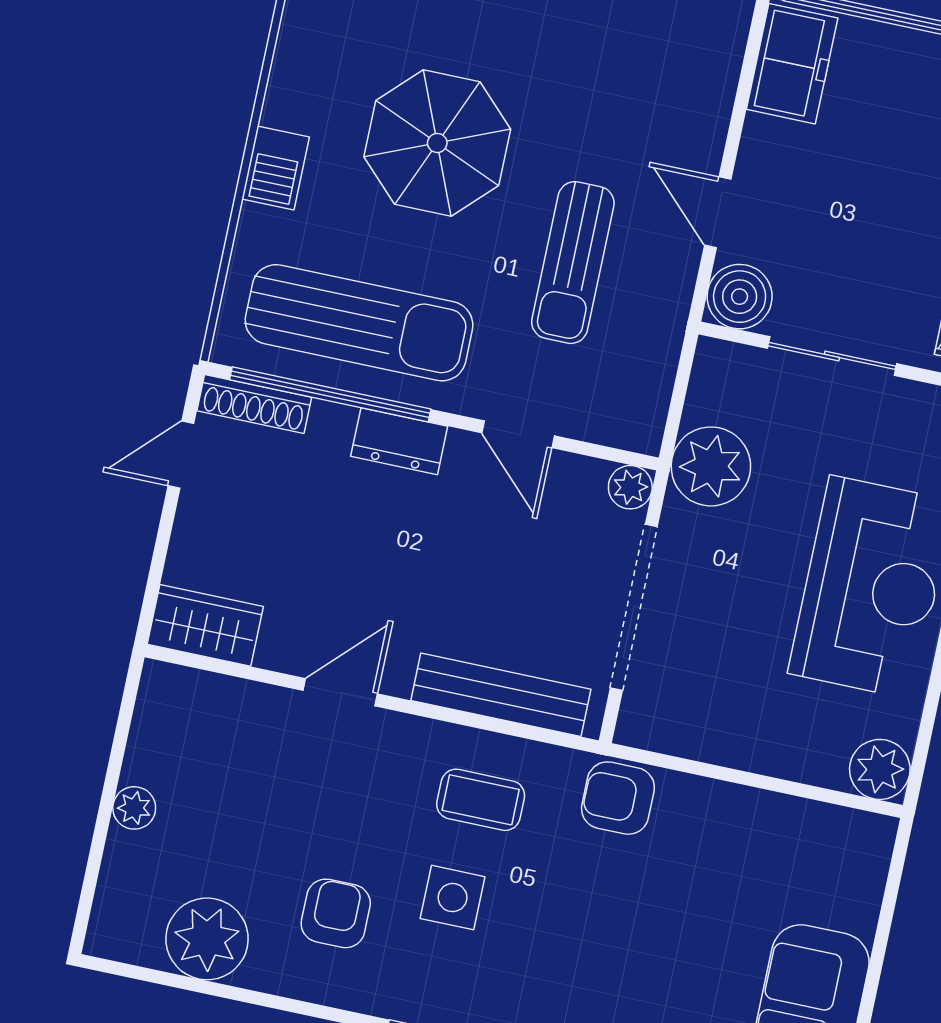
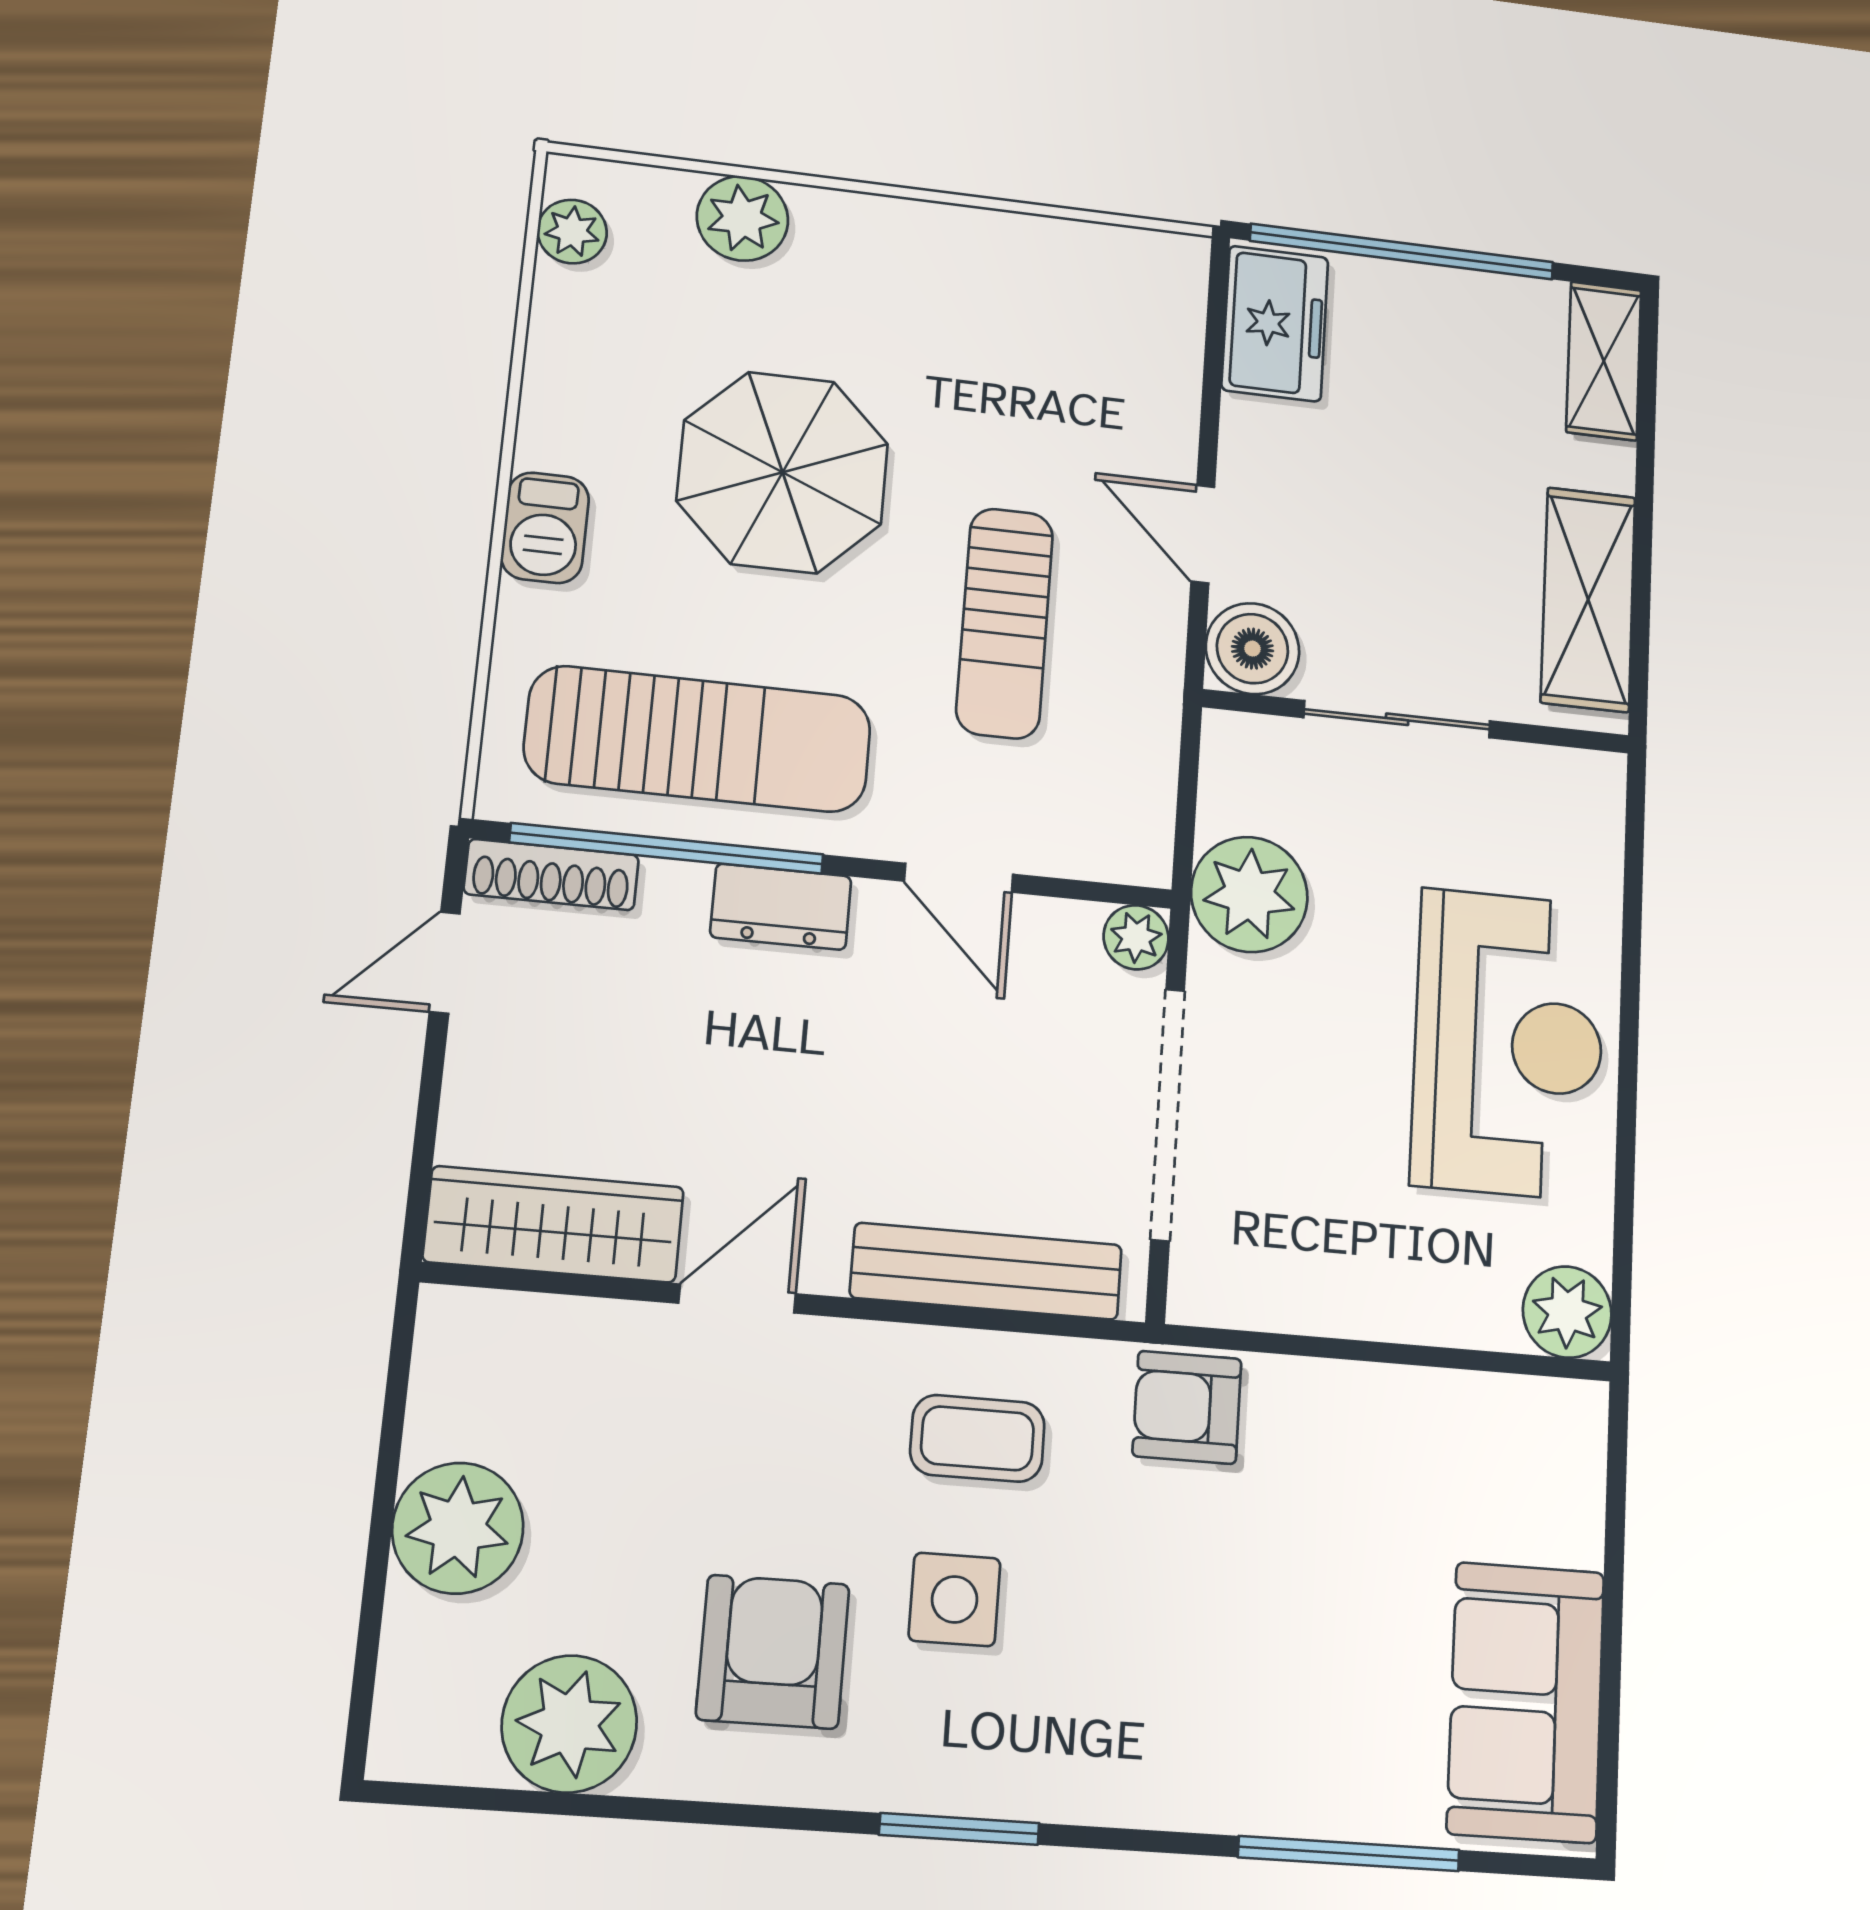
wardrobe: (205, 625) -> (554, 1224), width x1.50
plant: (134, 808) -> (458, 1528), width x1.88, depth x1.88
armchair: (336, 913) -> (773, 1652), width x1.38, depth x1.38

